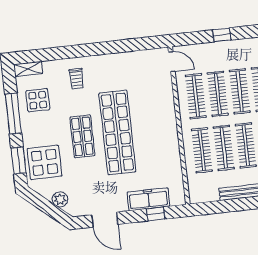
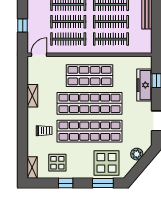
window: (222, 35) -> (23, 26), moved
shelving: (119, 59) -> (32, 96), added
window: (13, 114) -> (66, 183), width x0.46
shop shelf: (152, 128) -> (90, 76), added
shop shelf: (82, 136) -> (90, 131), width x2.00, depth x1.36

